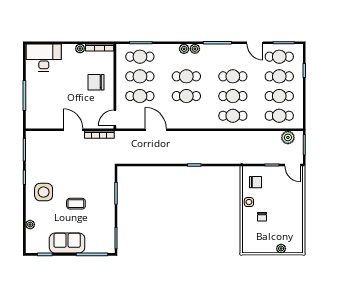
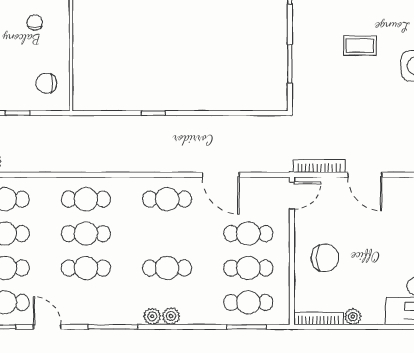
cafe table: (186, 96) -> (167, 199), moved
side table: (249, 202) -> (58, 48), removed

